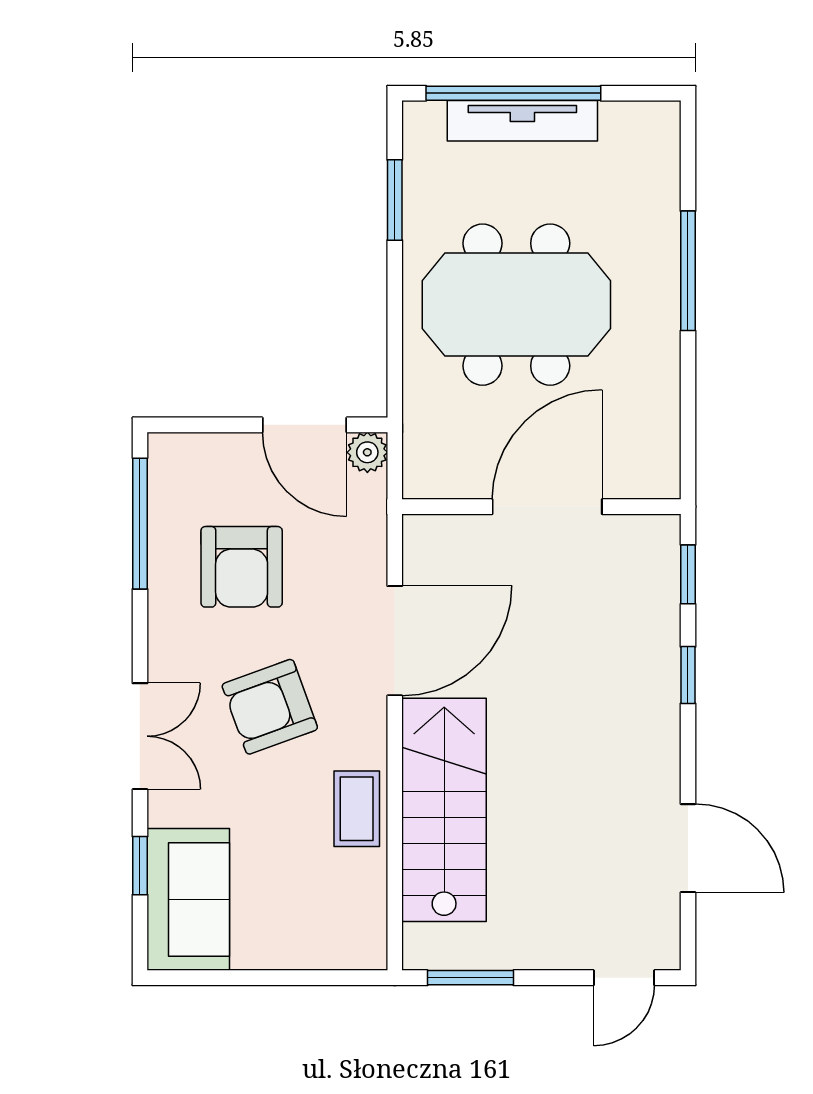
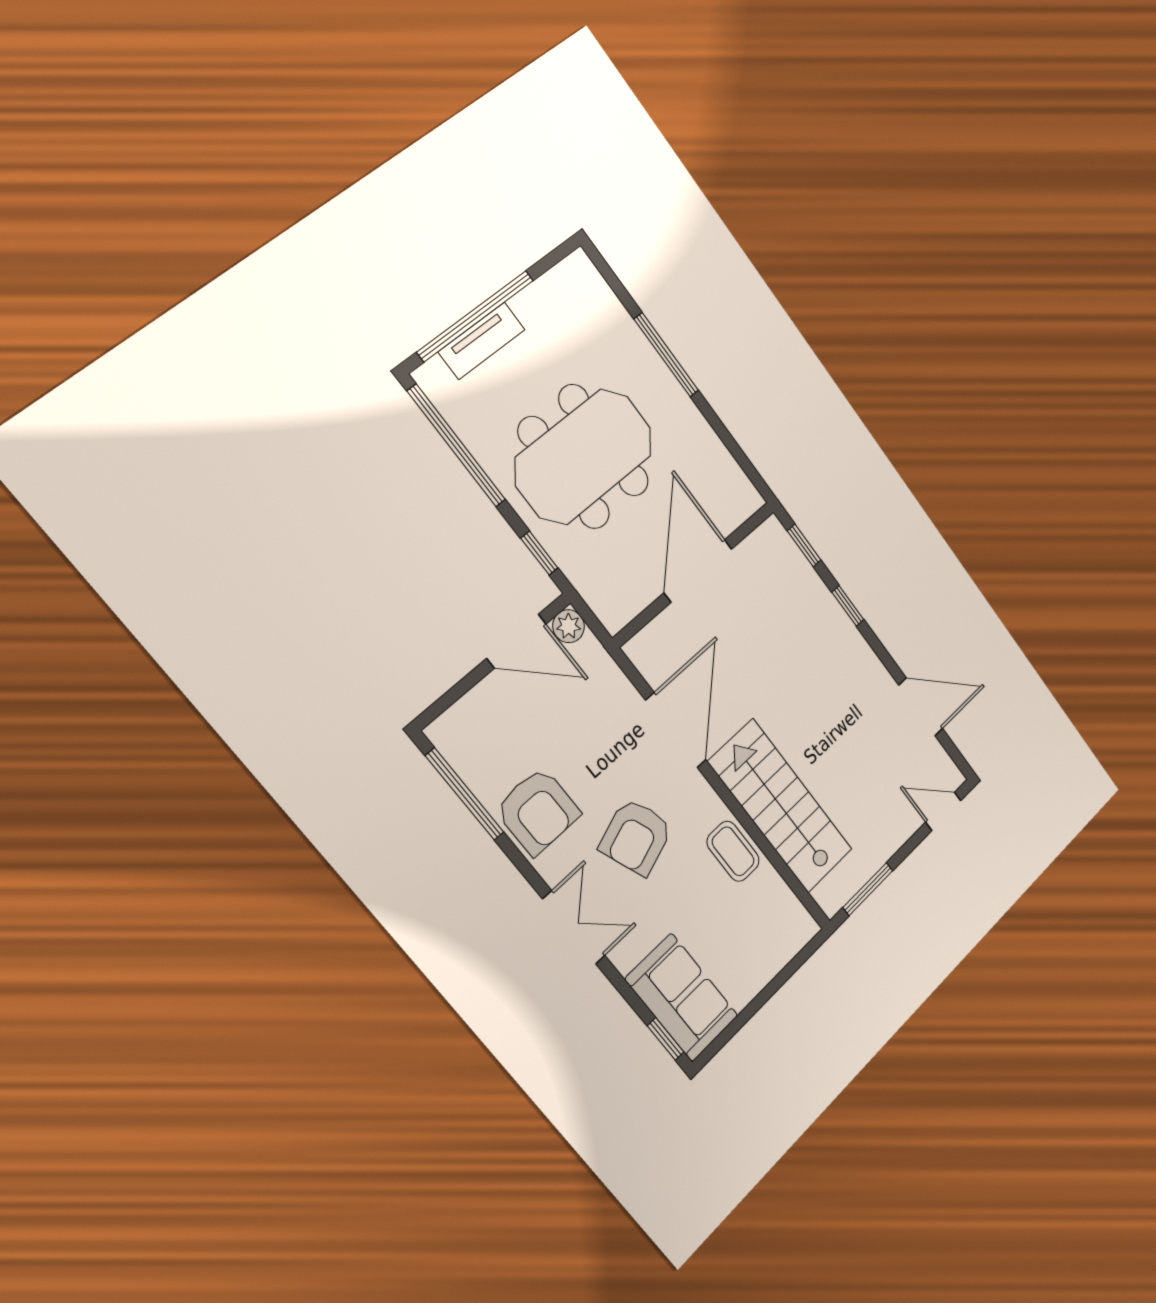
tv unit: (522, 121) -> (482, 341), width x0.71
window: (395, 200) -> (457, 446), width x2.11
window: (395, 361) -> (539, 553), added
armchair: (242, 567) -> (538, 811), moved
window: (140, 866) -> (666, 1039), moved
door: (624, 978) -> (943, 811), swing flipped

